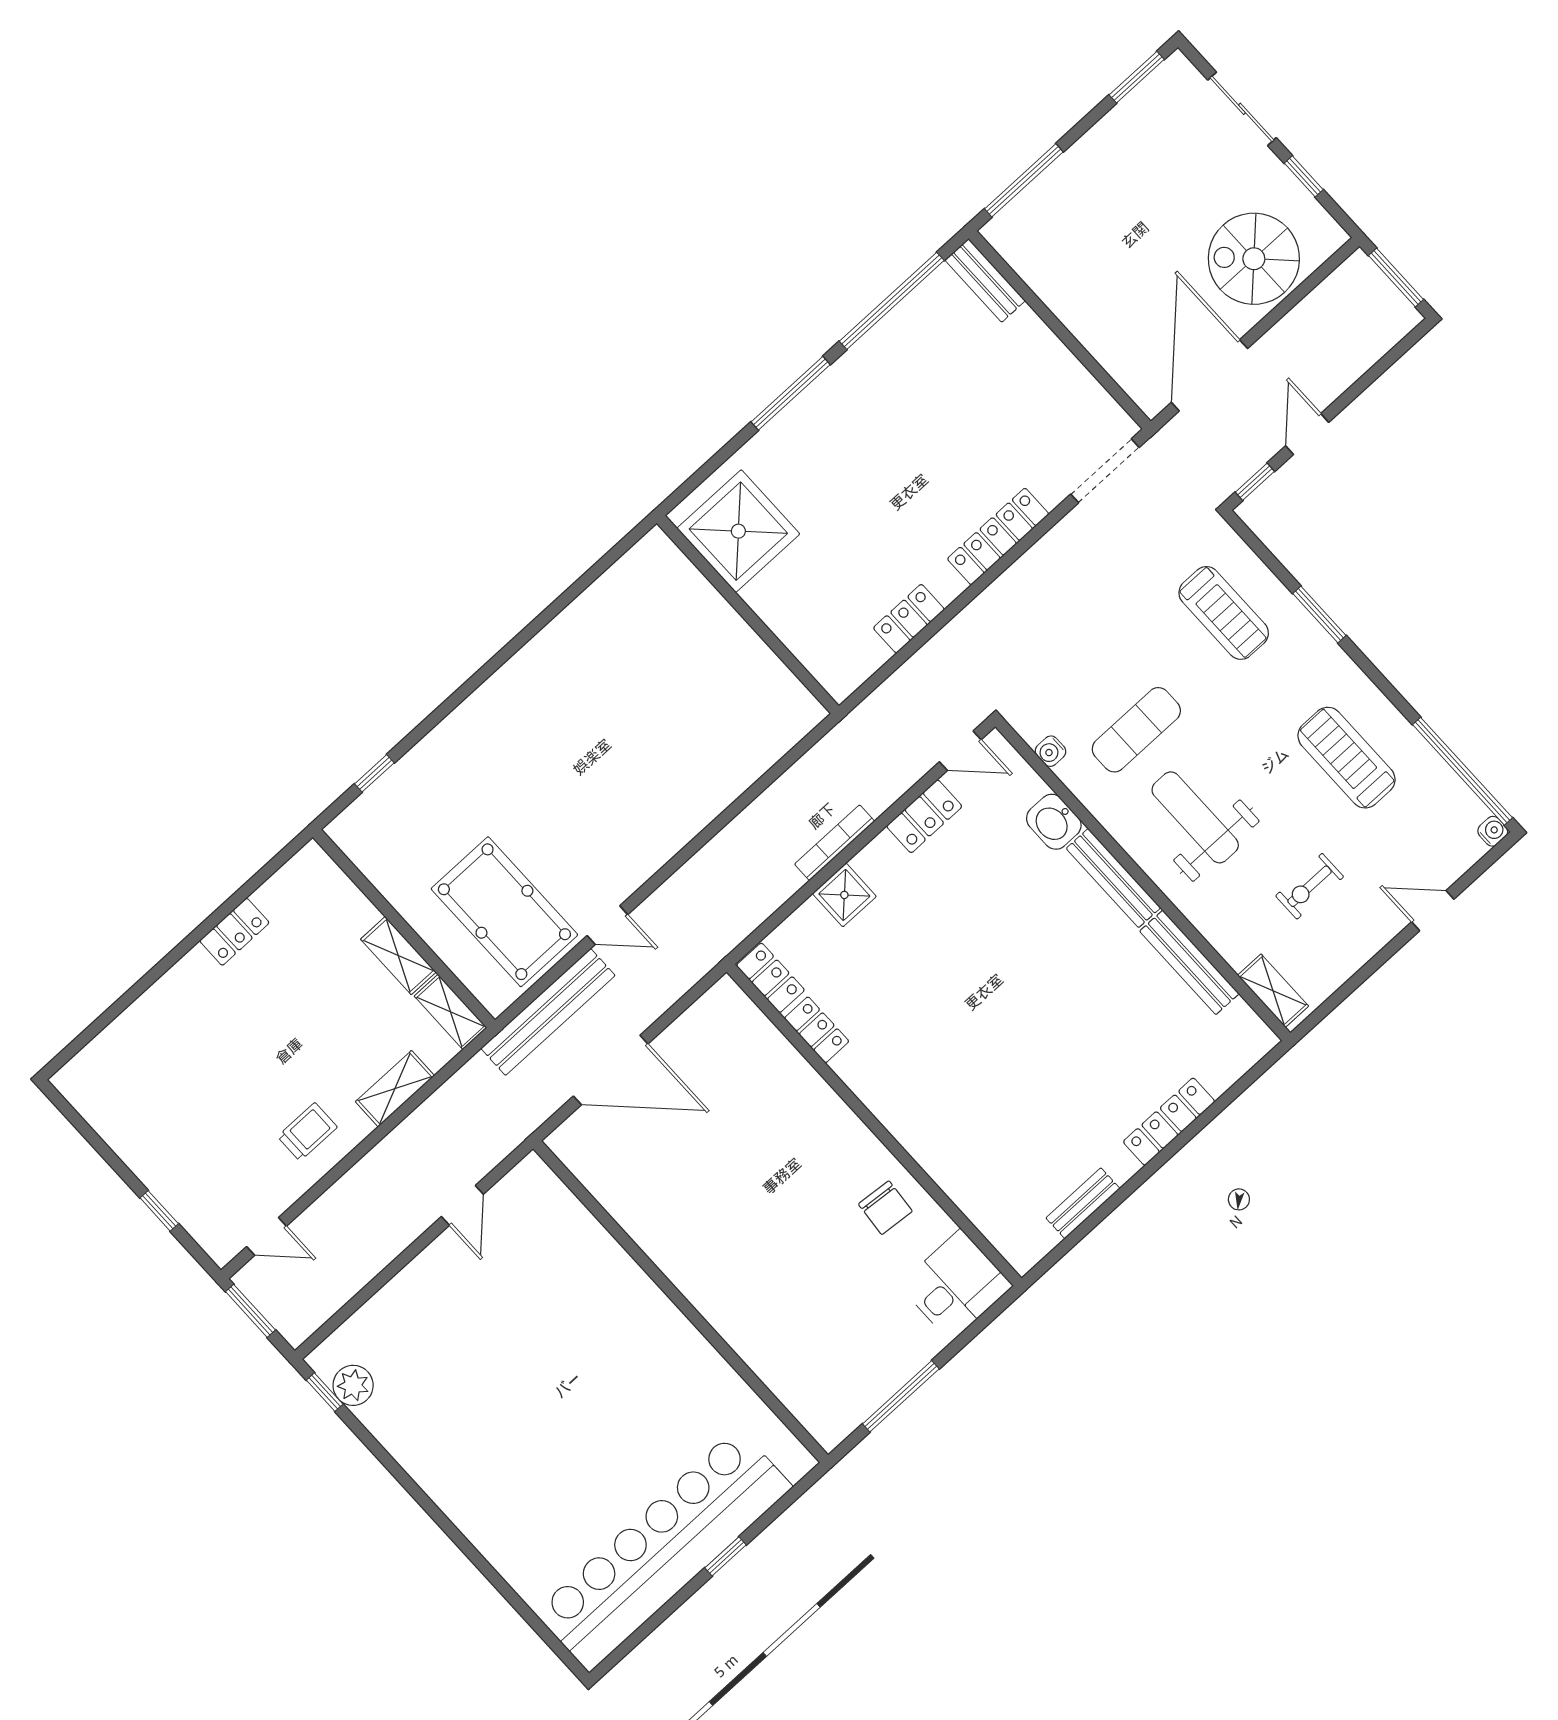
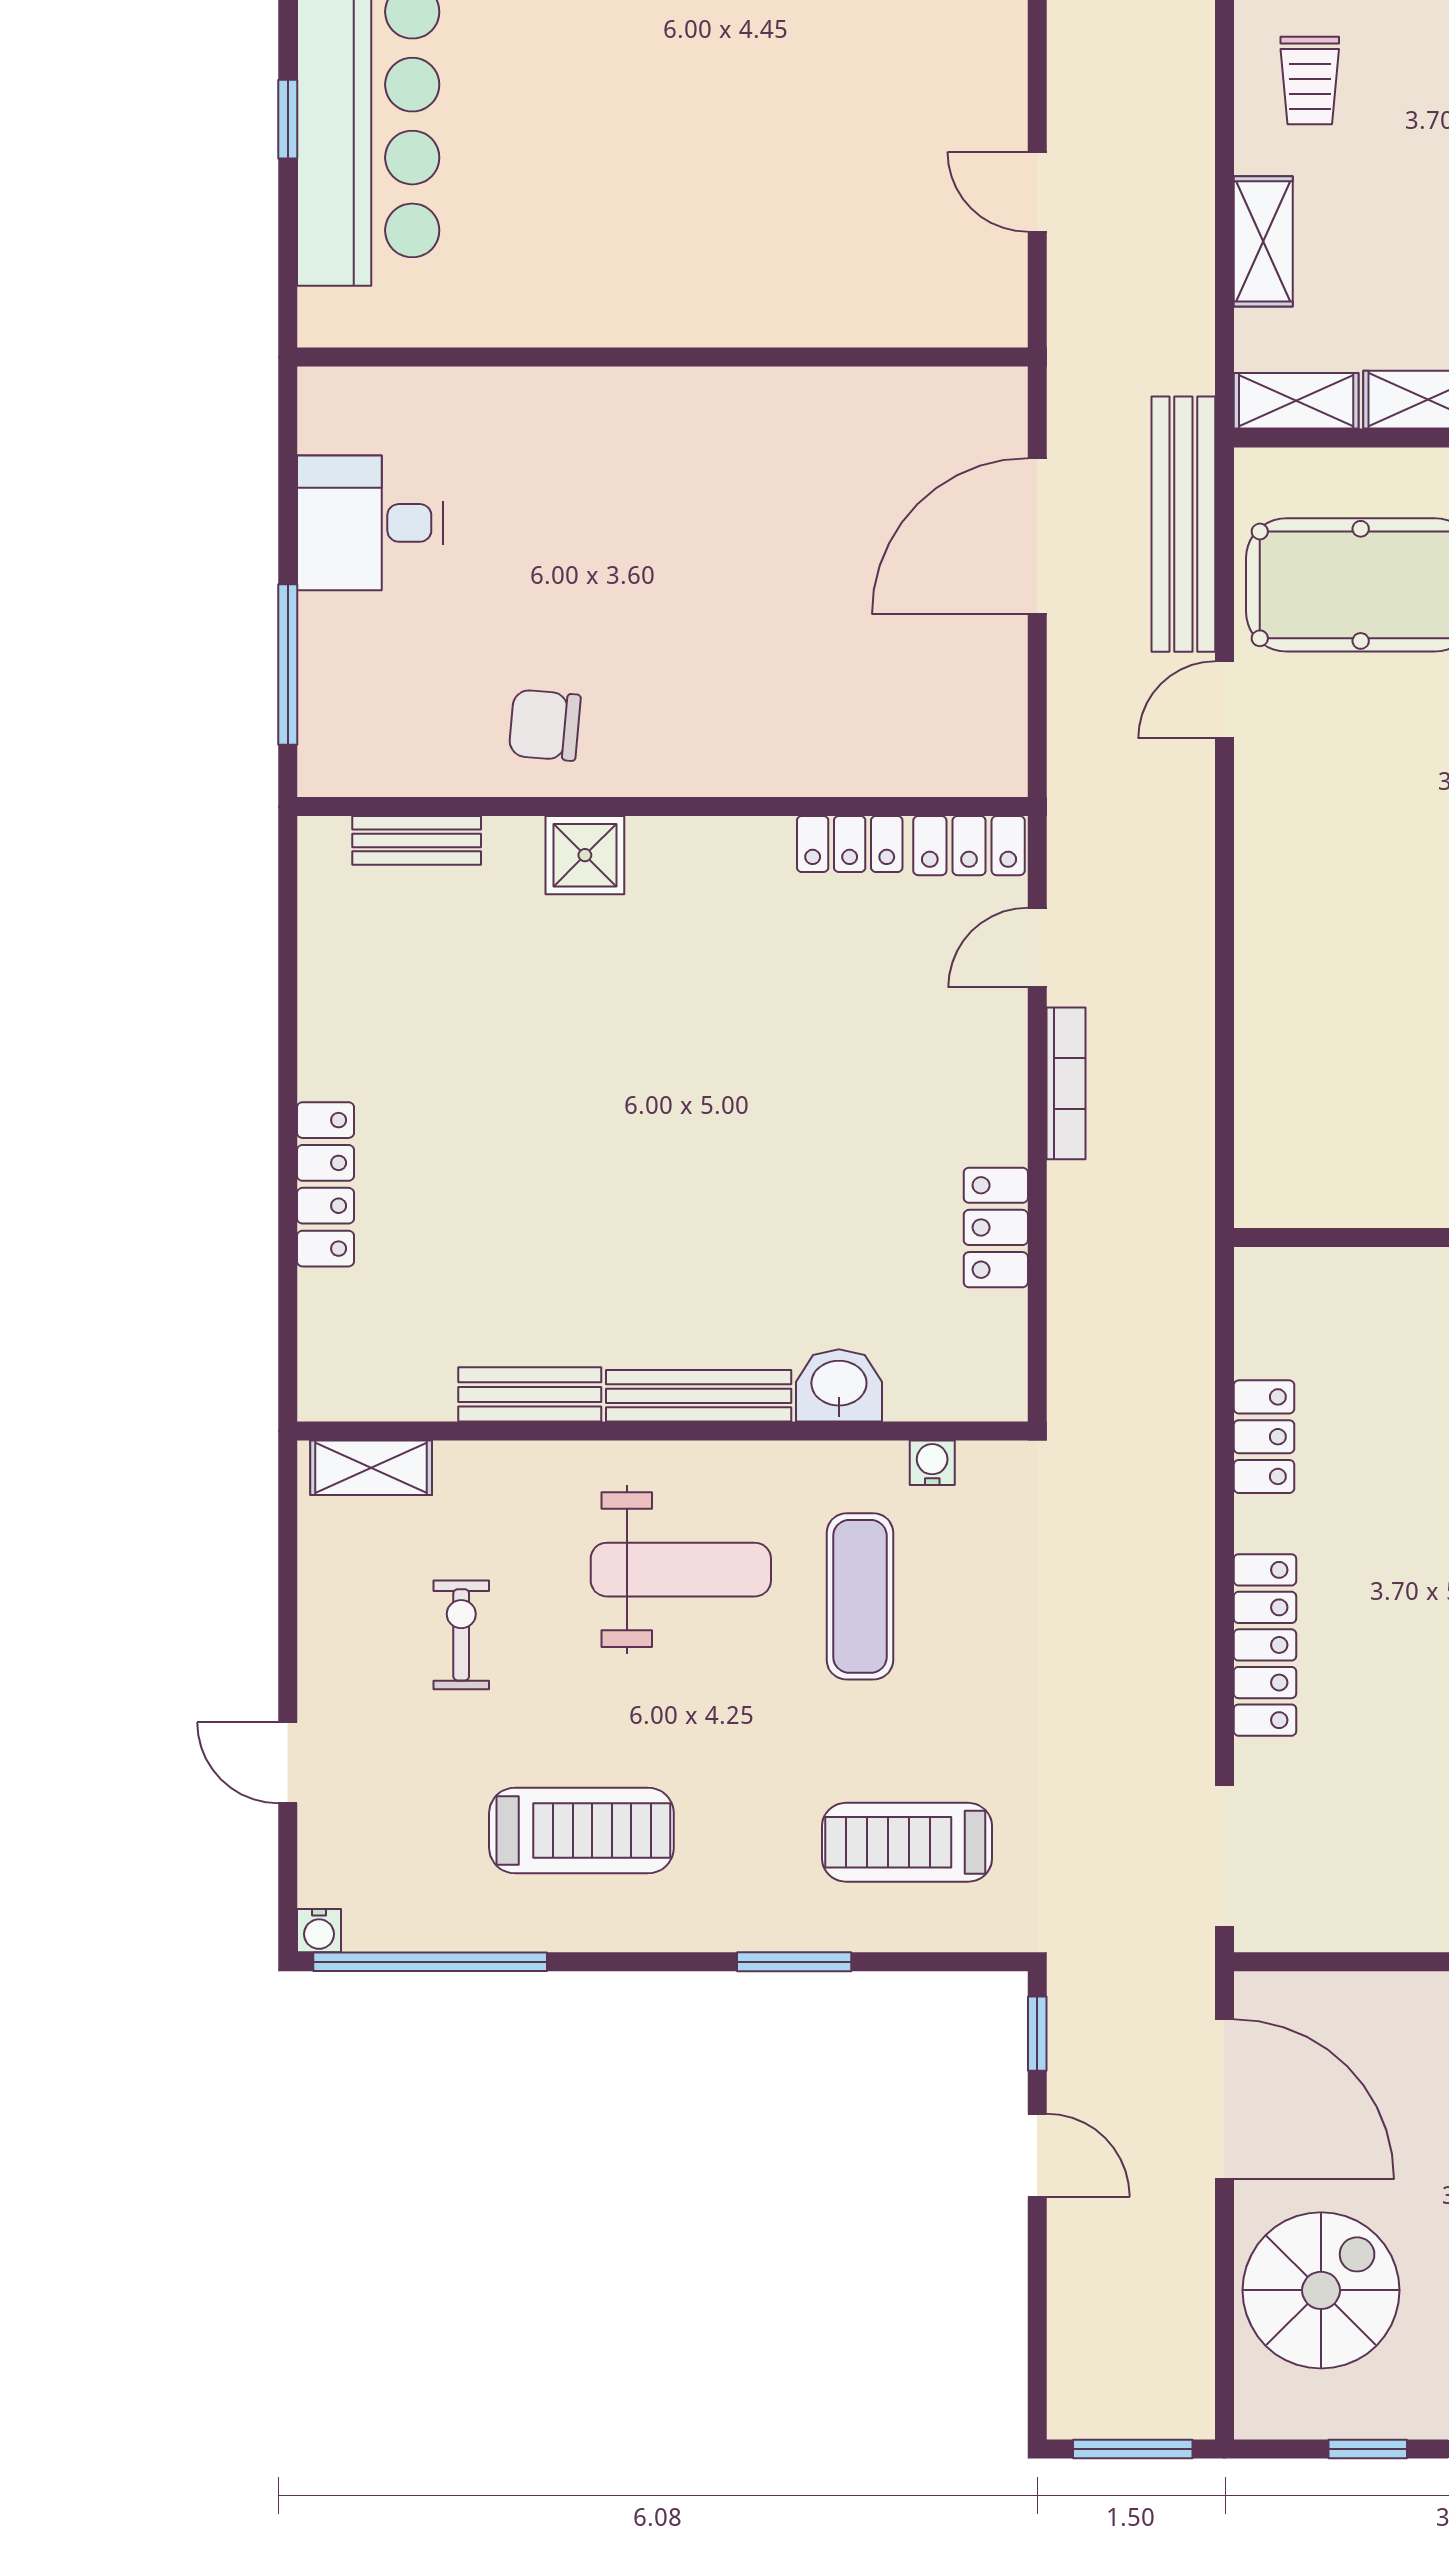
door: (960, 751) -> (1037, 948), moved
shower: (844, 895) -> (585, 855), moved
door: (1433, 911) -> (288, 1763), swing flipped
bench: (1189, 962) -> (530, 1394), width x0.73
bench: (1083, 1203) -> (417, 840), moved, turned 90
desk: (956, 1285) -> (370, 523), moved, turned 90
window: (901, 1396) -> (288, 665), moved

